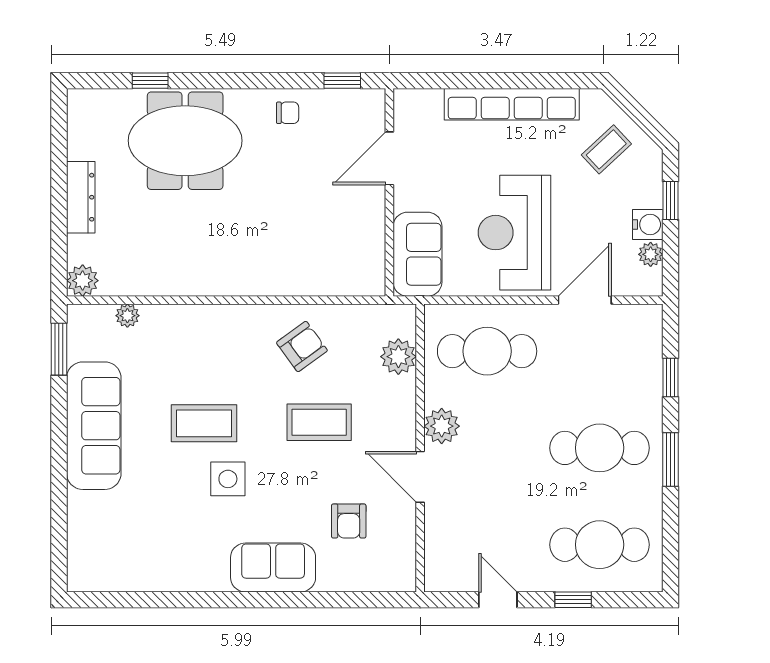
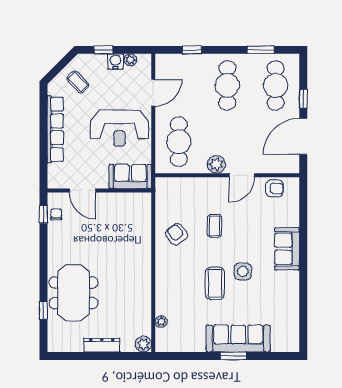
chair: (288, 113) -> (56, 214), moved
door: (585, 300) -> (153, 93), swing flipped
window: (59, 349) -> (234, 356), moved
plant: (398, 357) -> (182, 186), removed
coffee table: (319, 422) -> (214, 226), width x0.73, depth x0.77
sofa: (94, 426) -> (238, 338), moved
window: (670, 460) -> (261, 50), moved
armchair: (349, 521) -> (275, 188), moved
door: (498, 600) -> (303, 136), width x1.88

